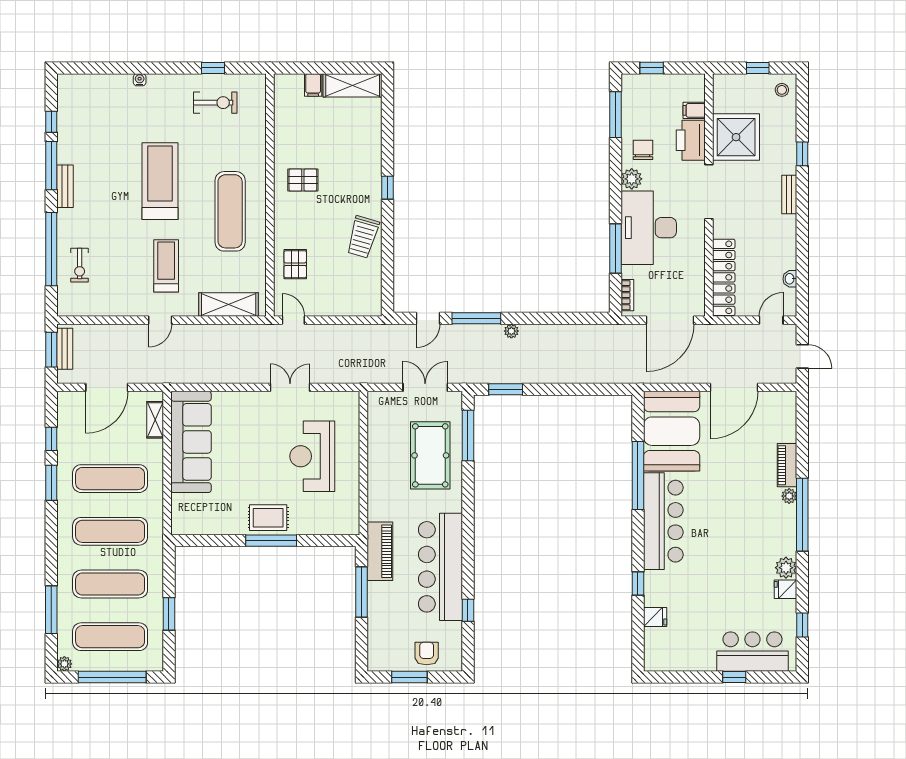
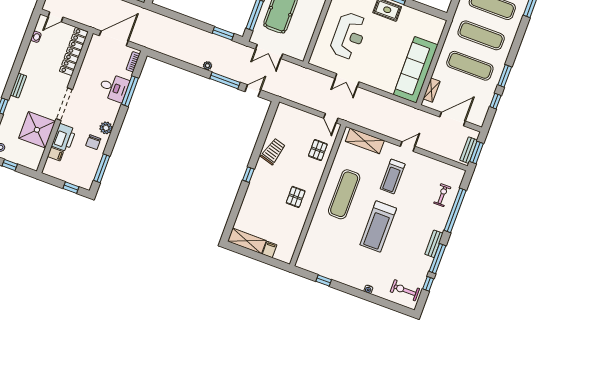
exercise bike: (215, 103) -> (405, 290), moved
pallet: (303, 180) -> (296, 197), turned 90
desk: (649, 228) -> (114, 88), width x0.53, depth x0.77

